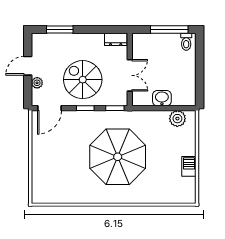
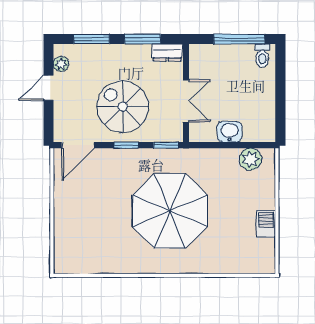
window: (97, 29) -> (143, 39), added
plant: (37, 83) -> (61, 64), moved

